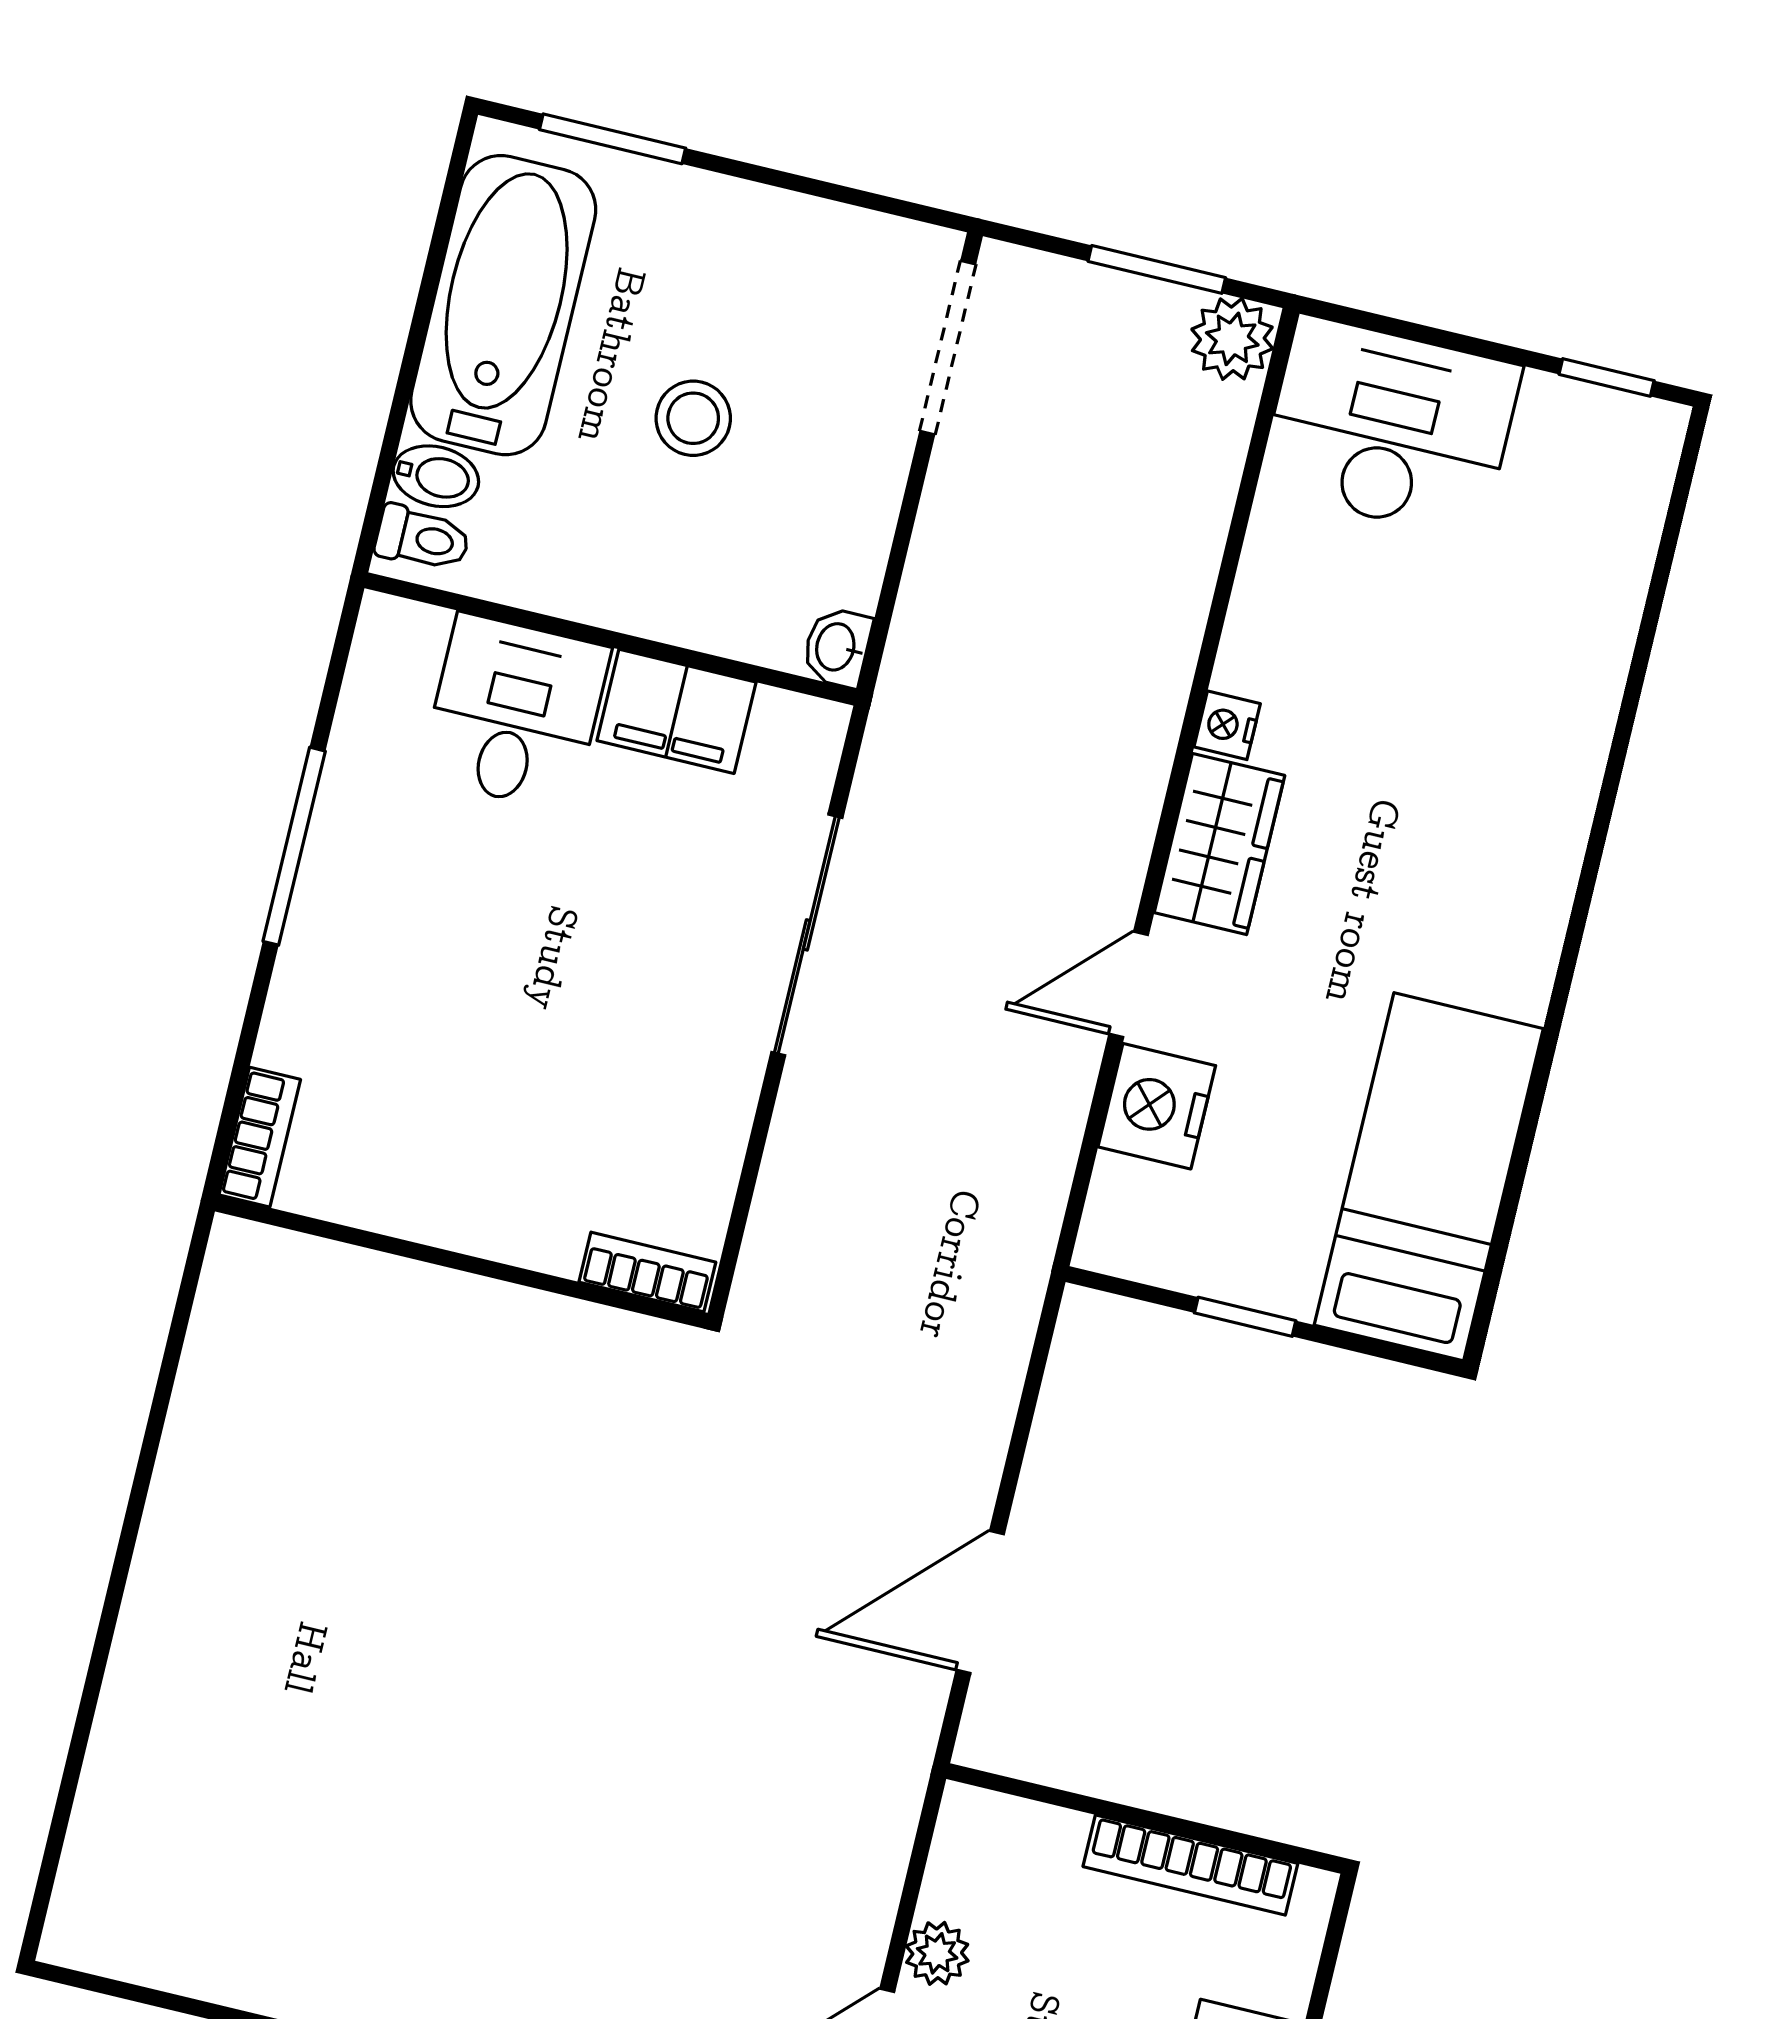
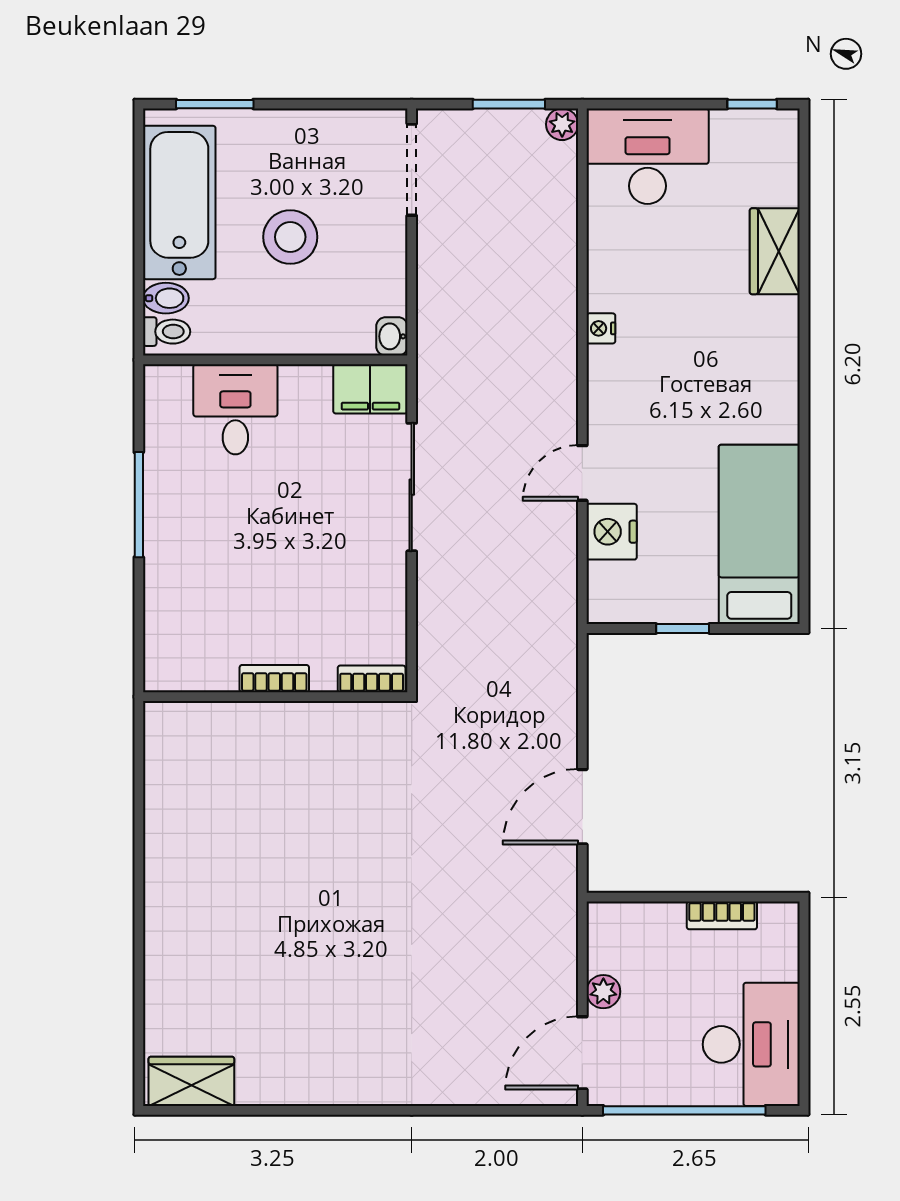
plant: (1232, 339) -> (562, 124), width x0.73, depth x0.73
stool: (693, 418) -> (290, 237), width x1.38, depth x1.38
filing cabinet: (677, 711) -> (370, 389), moved
wardrobe: (1219, 844) -> (775, 251), moved, turned 180
bookcase: (260, 1137) -> (274, 679), moved, turned -90
bookcase: (1190, 1865) -> (722, 915), width x0.64
wardrobe: (135, 1936) -> (191, 1081), added

